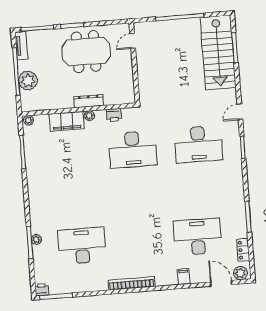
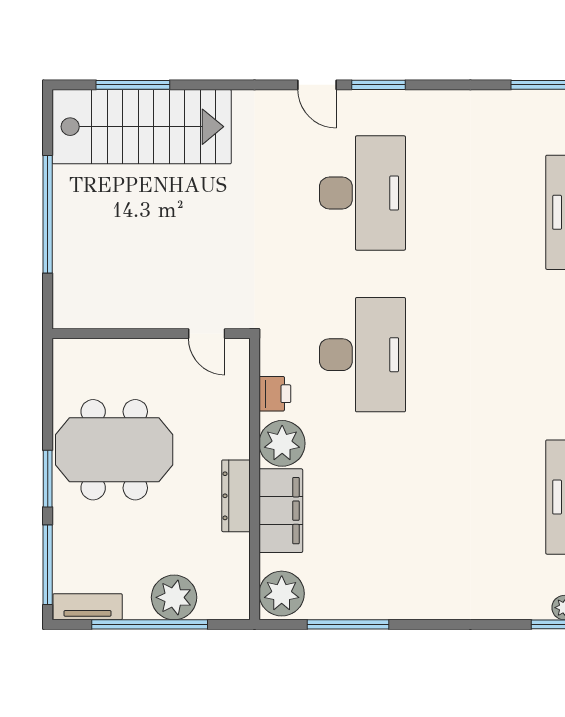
door: (133, 41) -> (207, 334), moved
meeting table: (86, 52) -> (114, 450), turned 90
dresser: (89, 101) -> (236, 496), moved
door: (240, 112) -> (317, 85), moved
plant: (89, 116) -> (282, 443), width x1.88, depth x1.88
plant: (28, 120) -> (282, 594), width x1.87, depth x1.87

